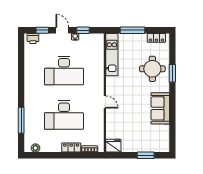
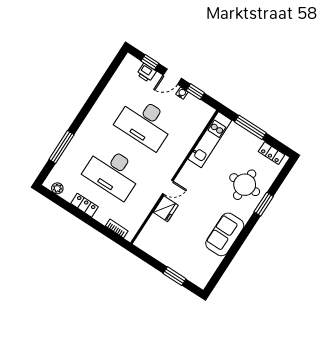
door: (62, 30) -> (172, 77), swing flipped
printer: (33, 38) -> (146, 73), moved
door: (105, 102) -> (168, 187), hinge flipped
fridge: (113, 146) -> (166, 209), moved, turned 90
locker: (71, 148) -> (84, 205), moved

